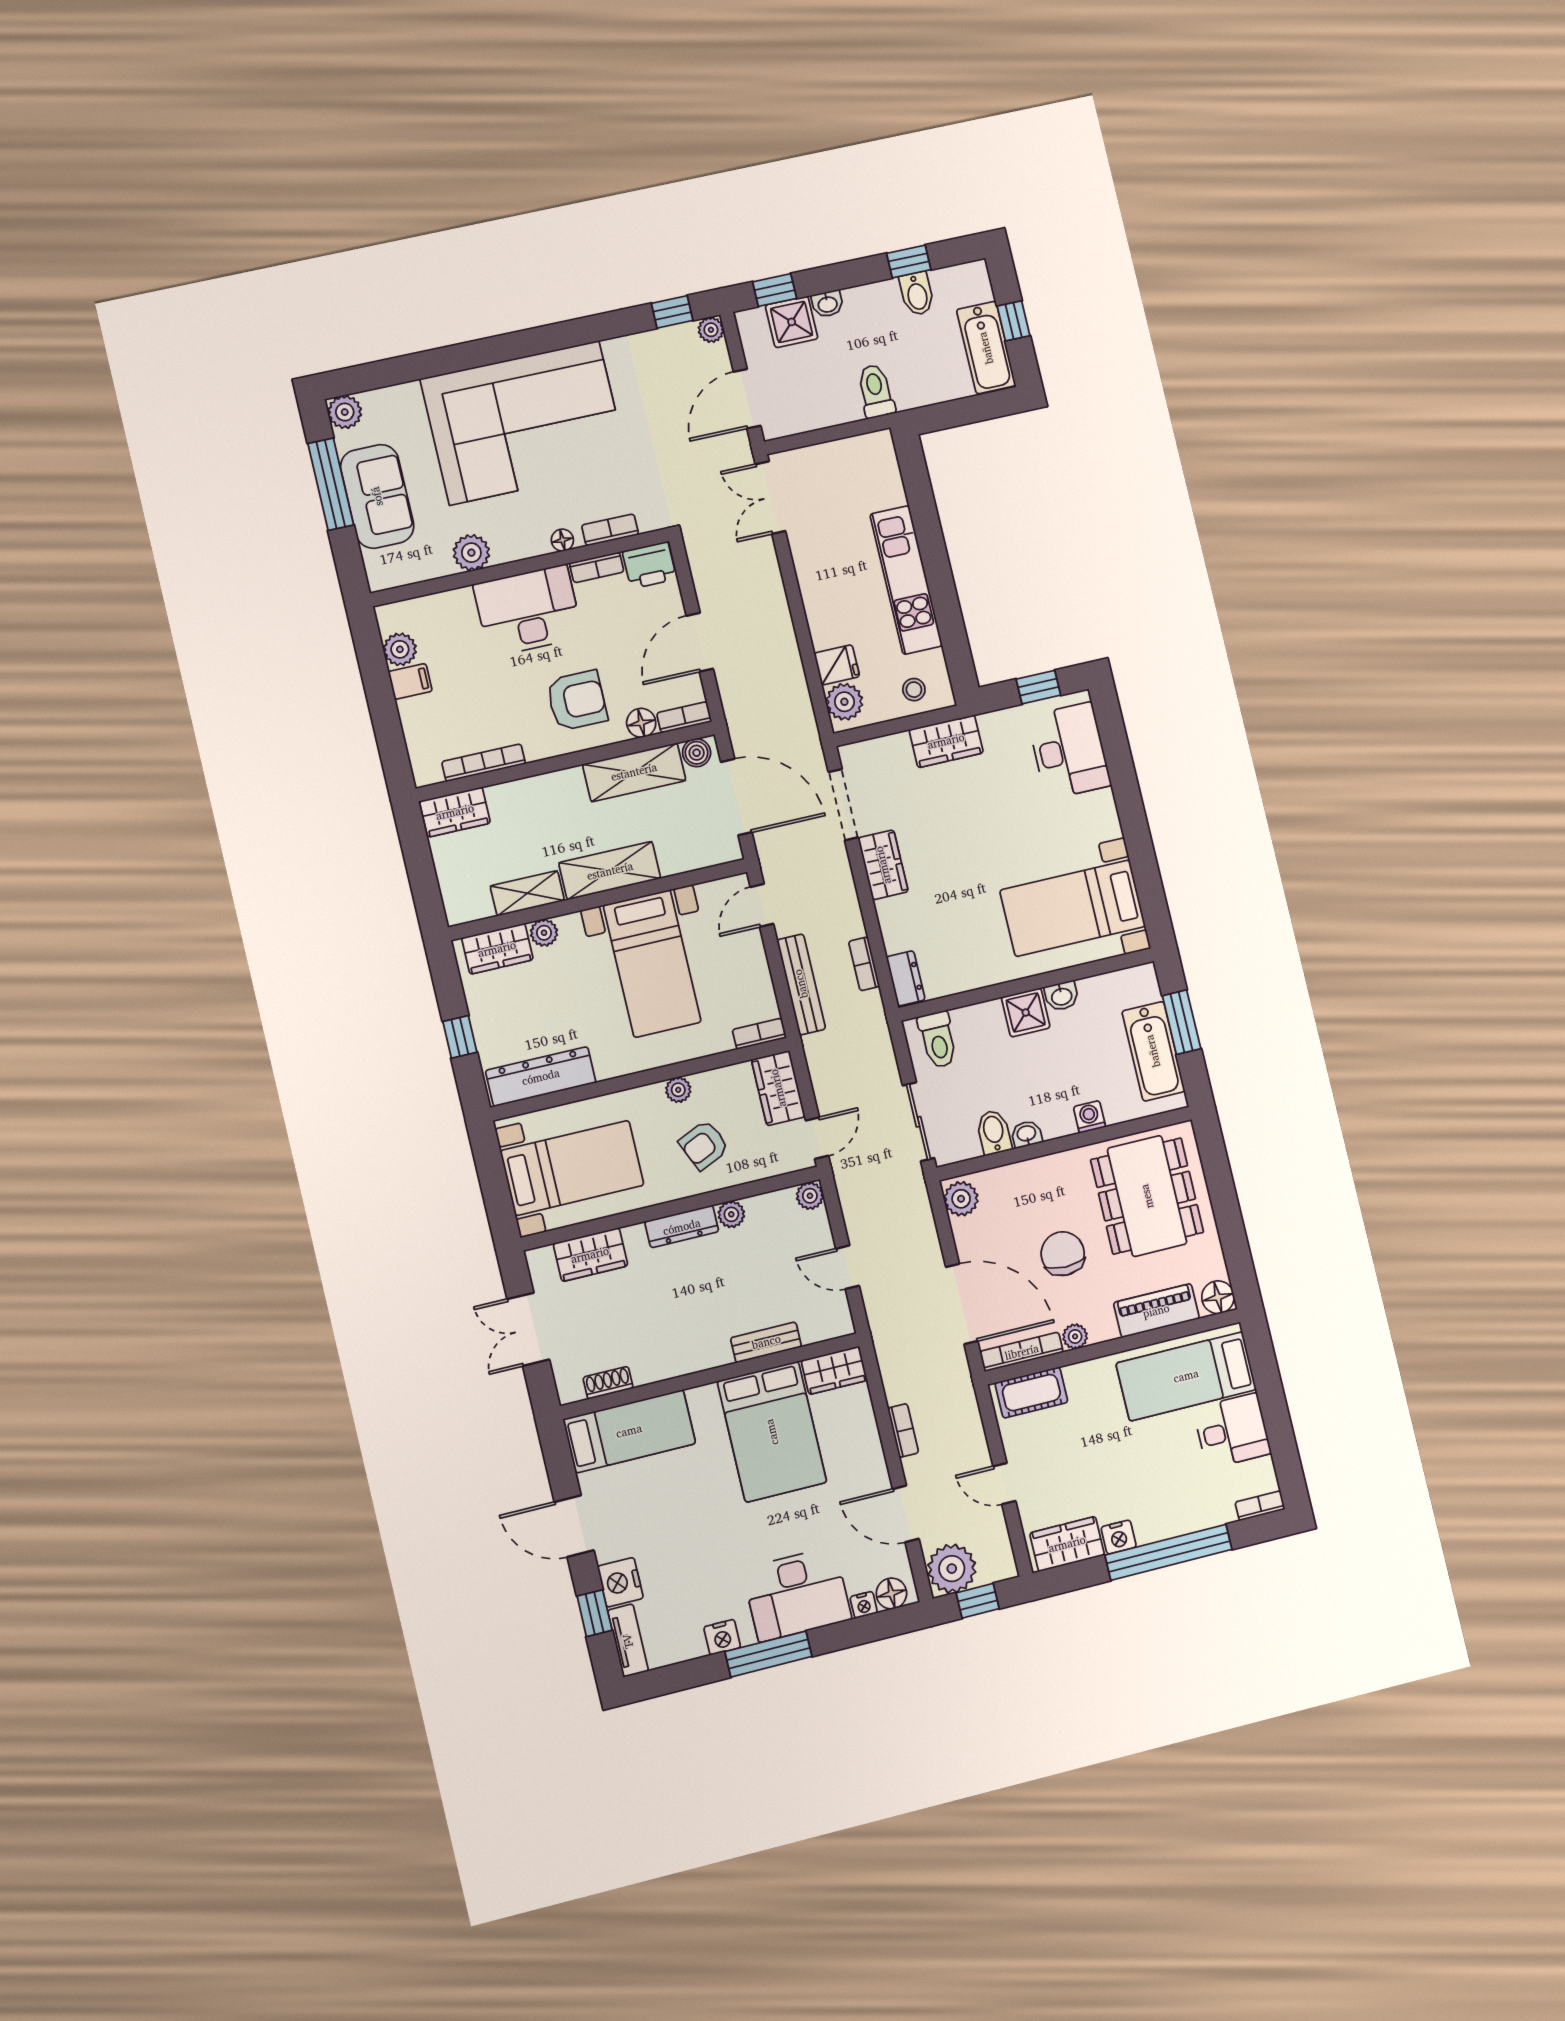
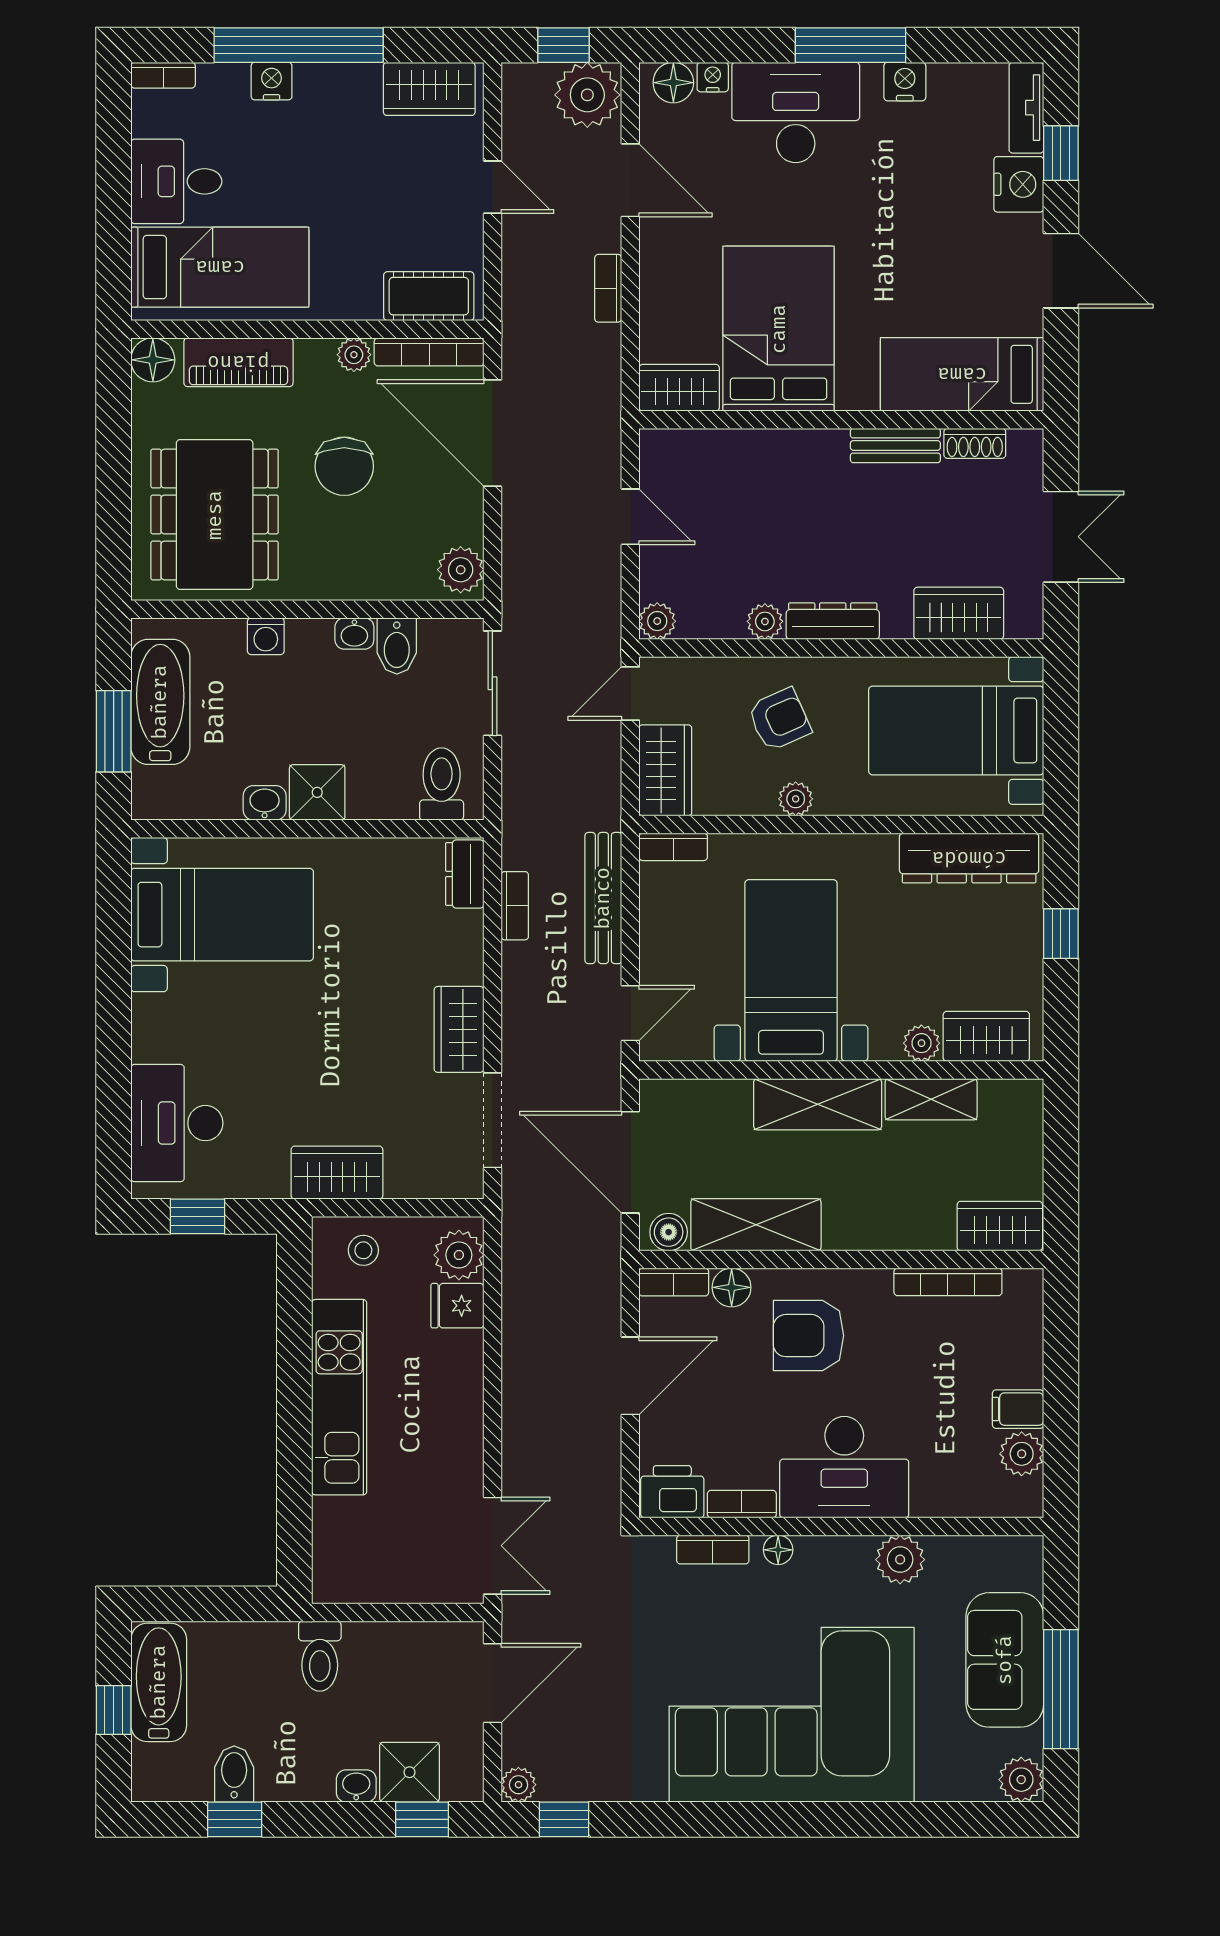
bench: (766, 1342) -> (895, 445), moved
nightstand: (1119, 1537) -> (272, 81), moved

